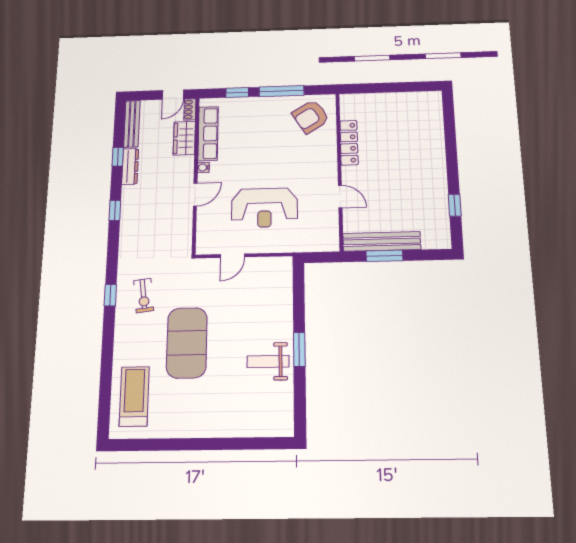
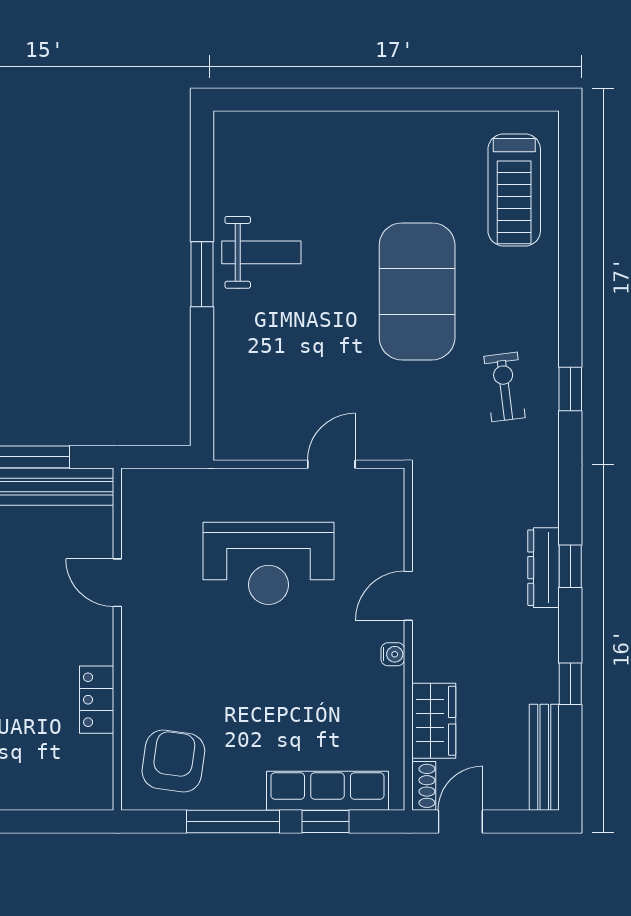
armchair: (311, 117) -> (173, 761), turned -50
row of seats: (208, 134) -> (327, 791), moved, turned 90
locker: (349, 143) -> (97, 700), width x0.66
dresser: (130, 166) -> (544, 568), moved
reception desk: (264, 208) -> (269, 563), turned 180

